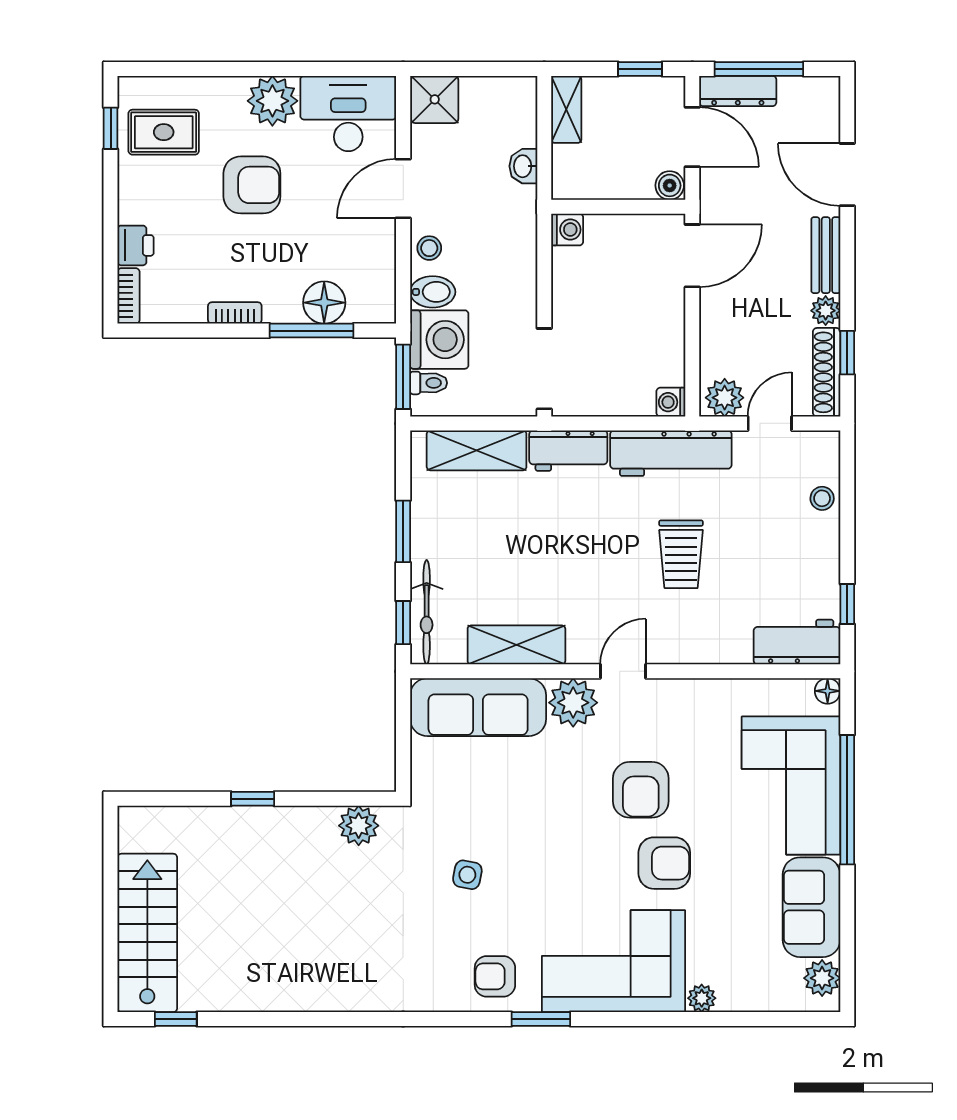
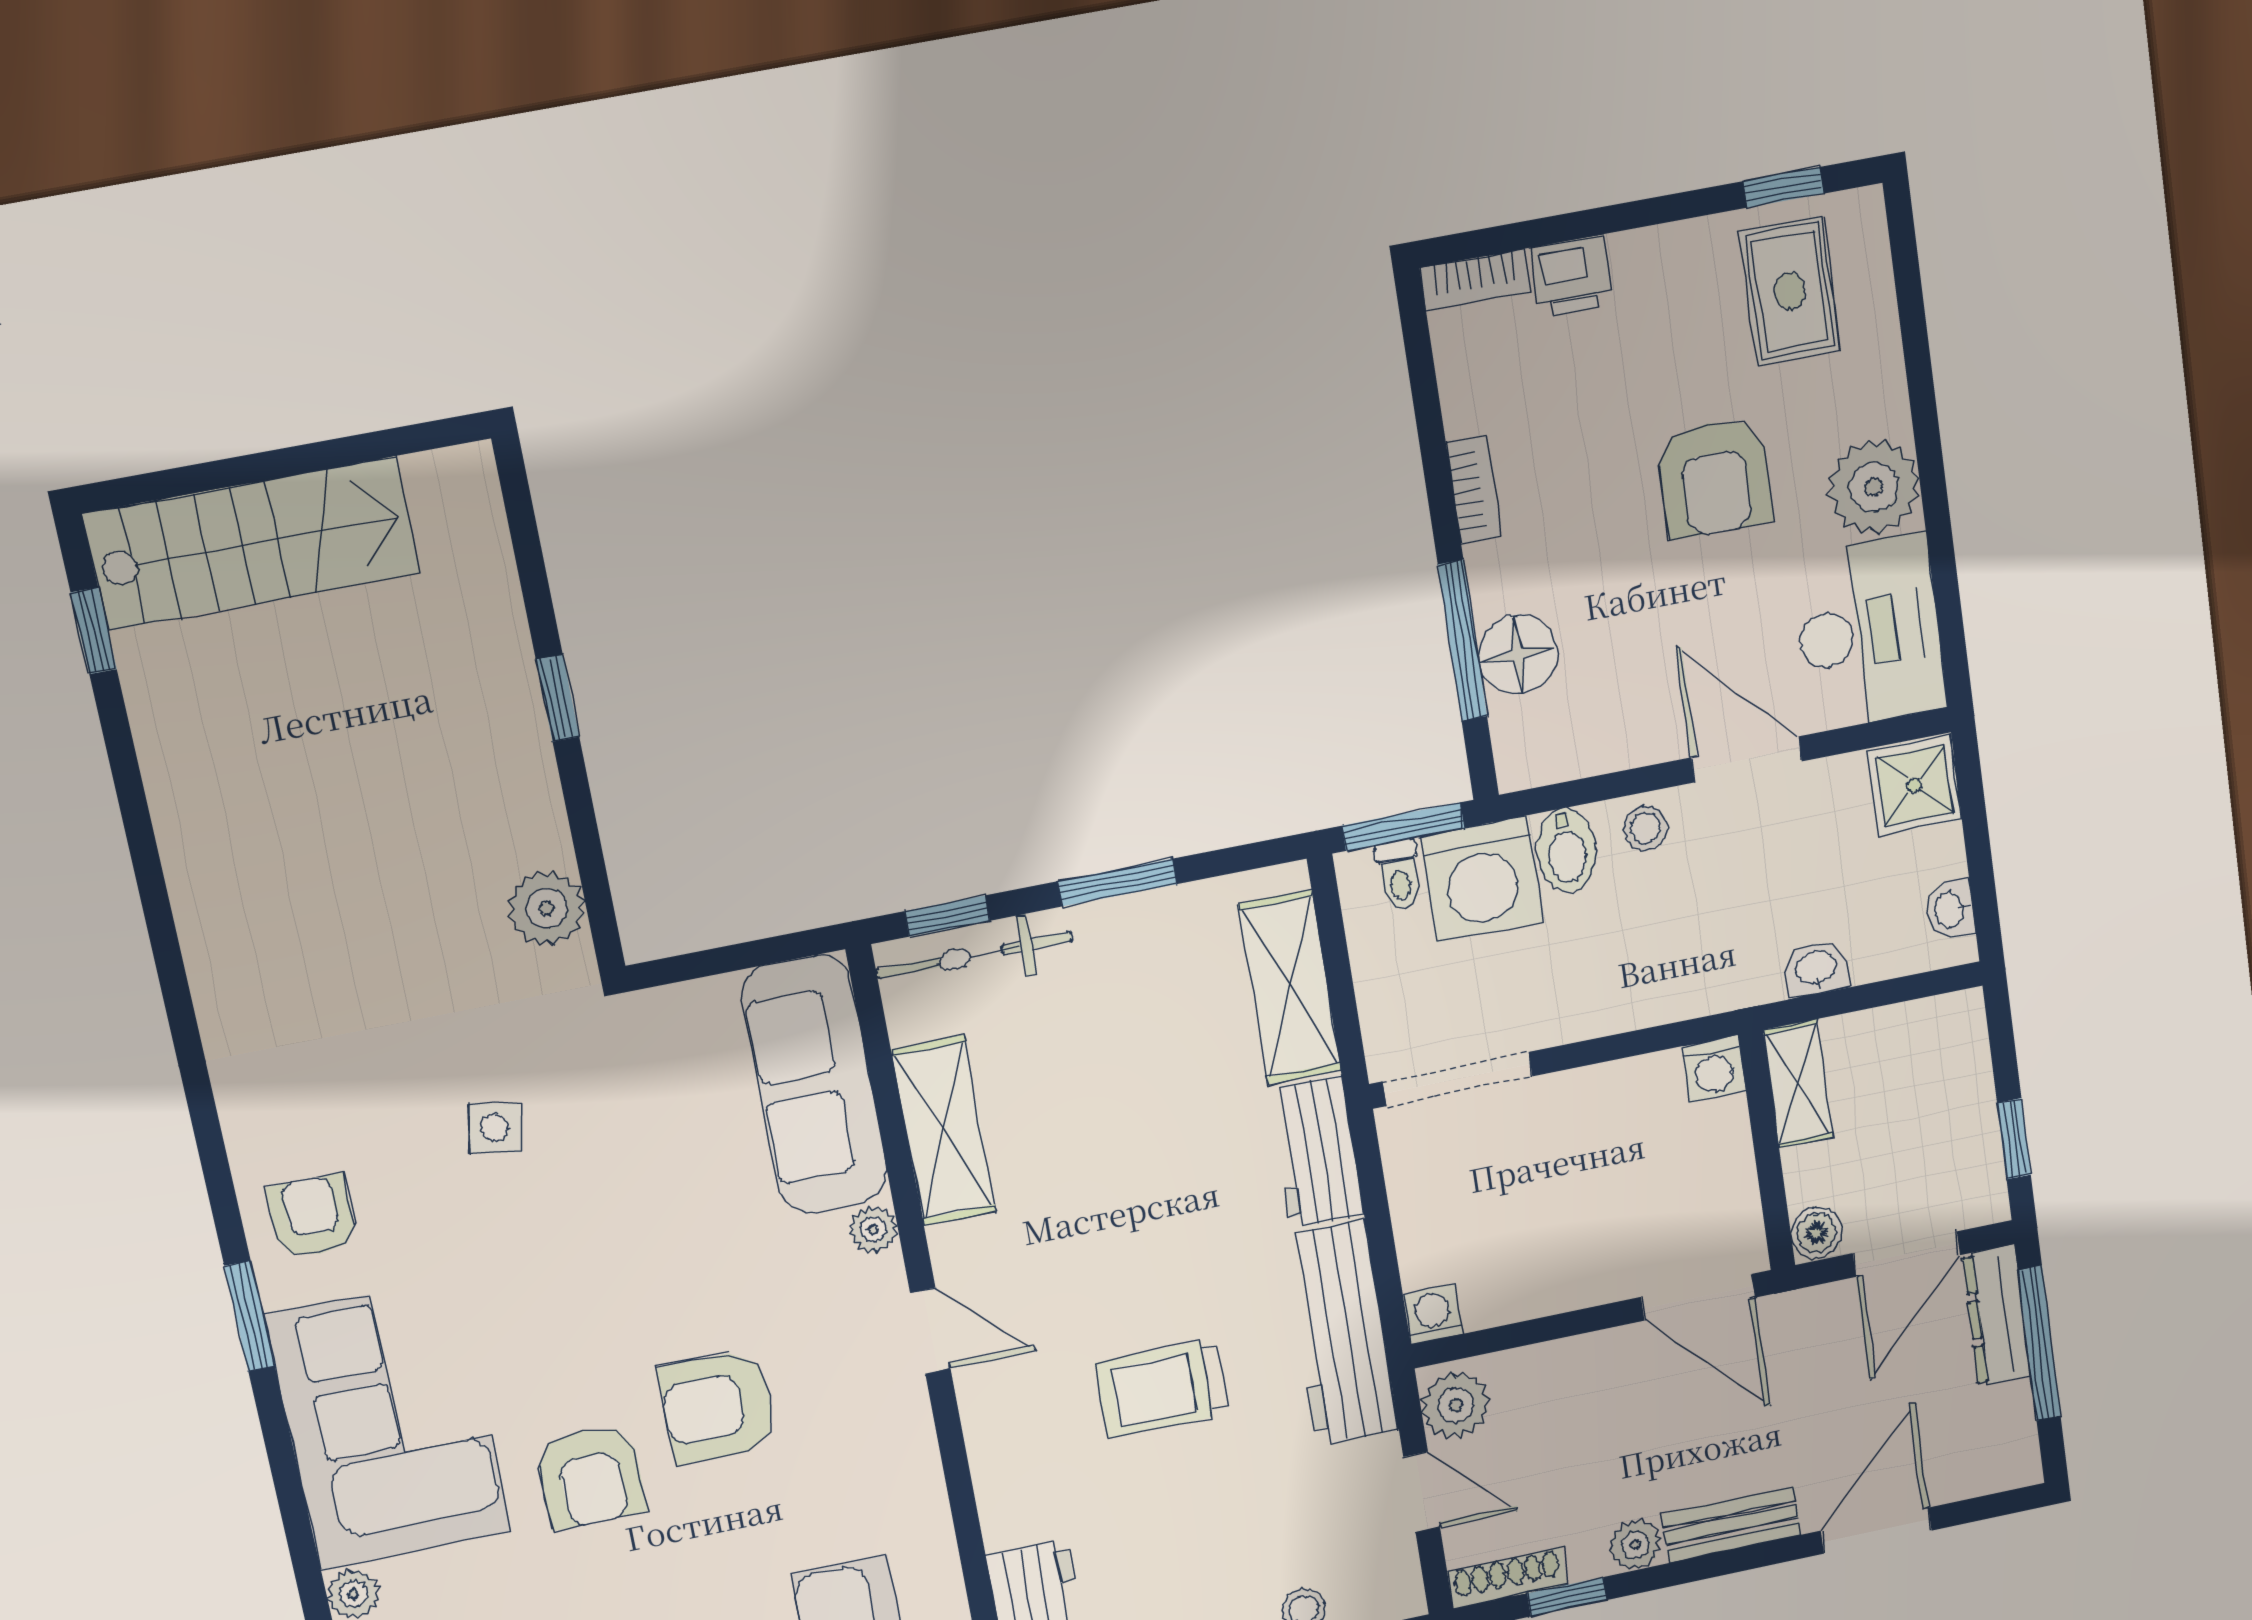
washbasin: (506, 88) -> (1950, 909), added
shelving: (566, 109) -> (1798, 1084), moved, turned 90
shoe rack: (827, 372) -> (1507, 1578), width x0.74, depth x0.81
plant: (573, 703) -> (873, 1229), width x0.53, depth x0.53

